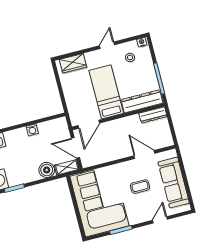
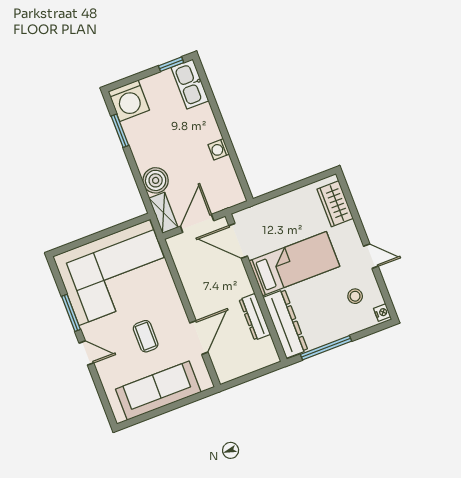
dresser: (153, 115) -> (255, 317), moved
door: (160, 220) -> (86, 353), moved

